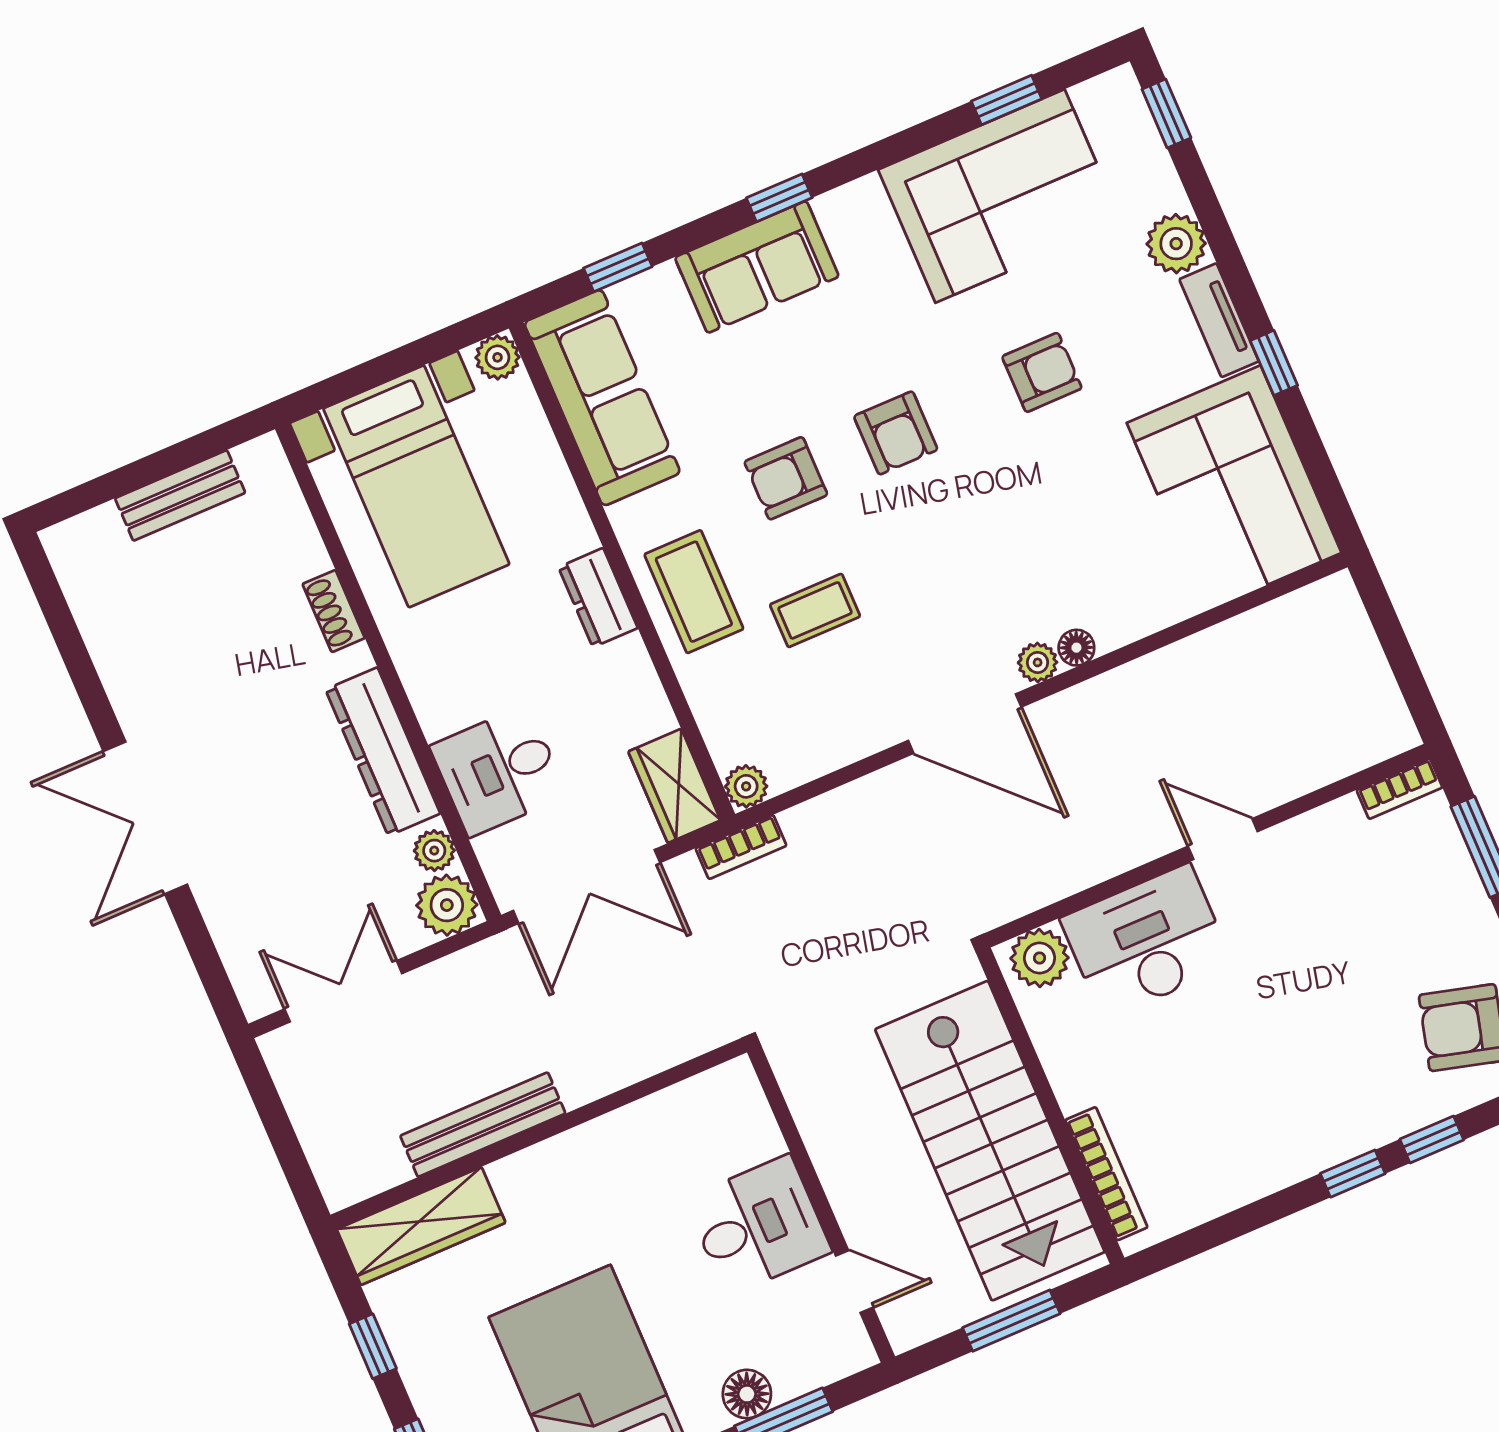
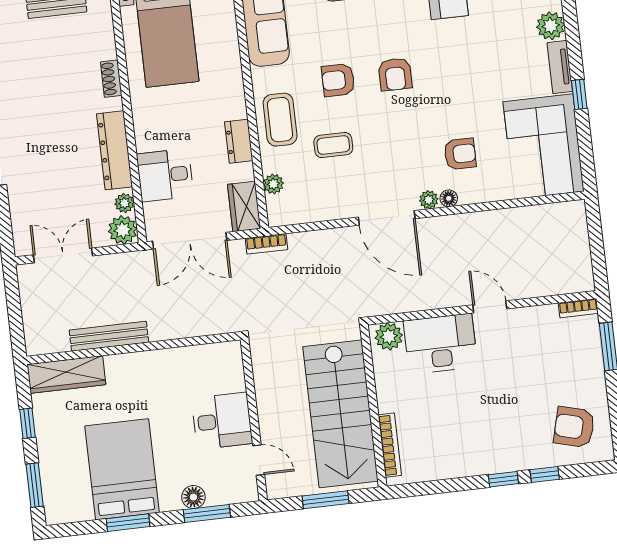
armchair: (1042, 372) -> (460, 154), moved
dresser: (598, 598) -> (239, 141), moved
plant: (746, 786) -> (273, 184), moved

